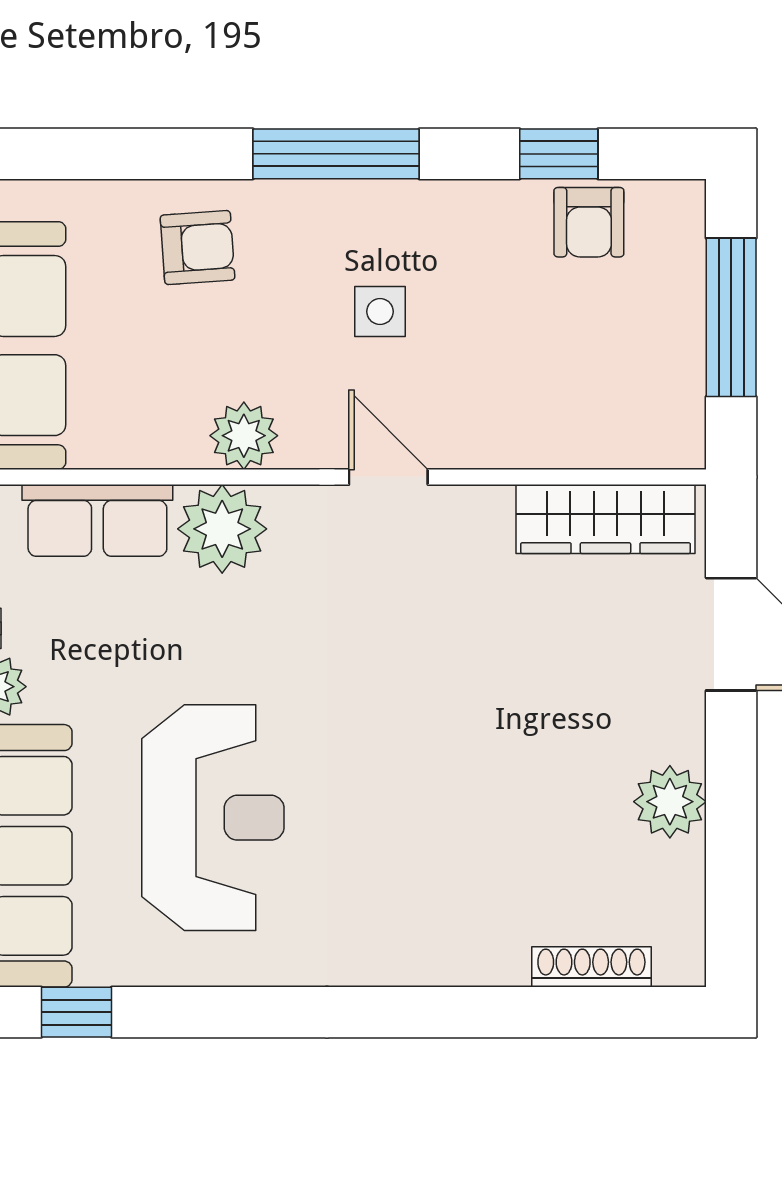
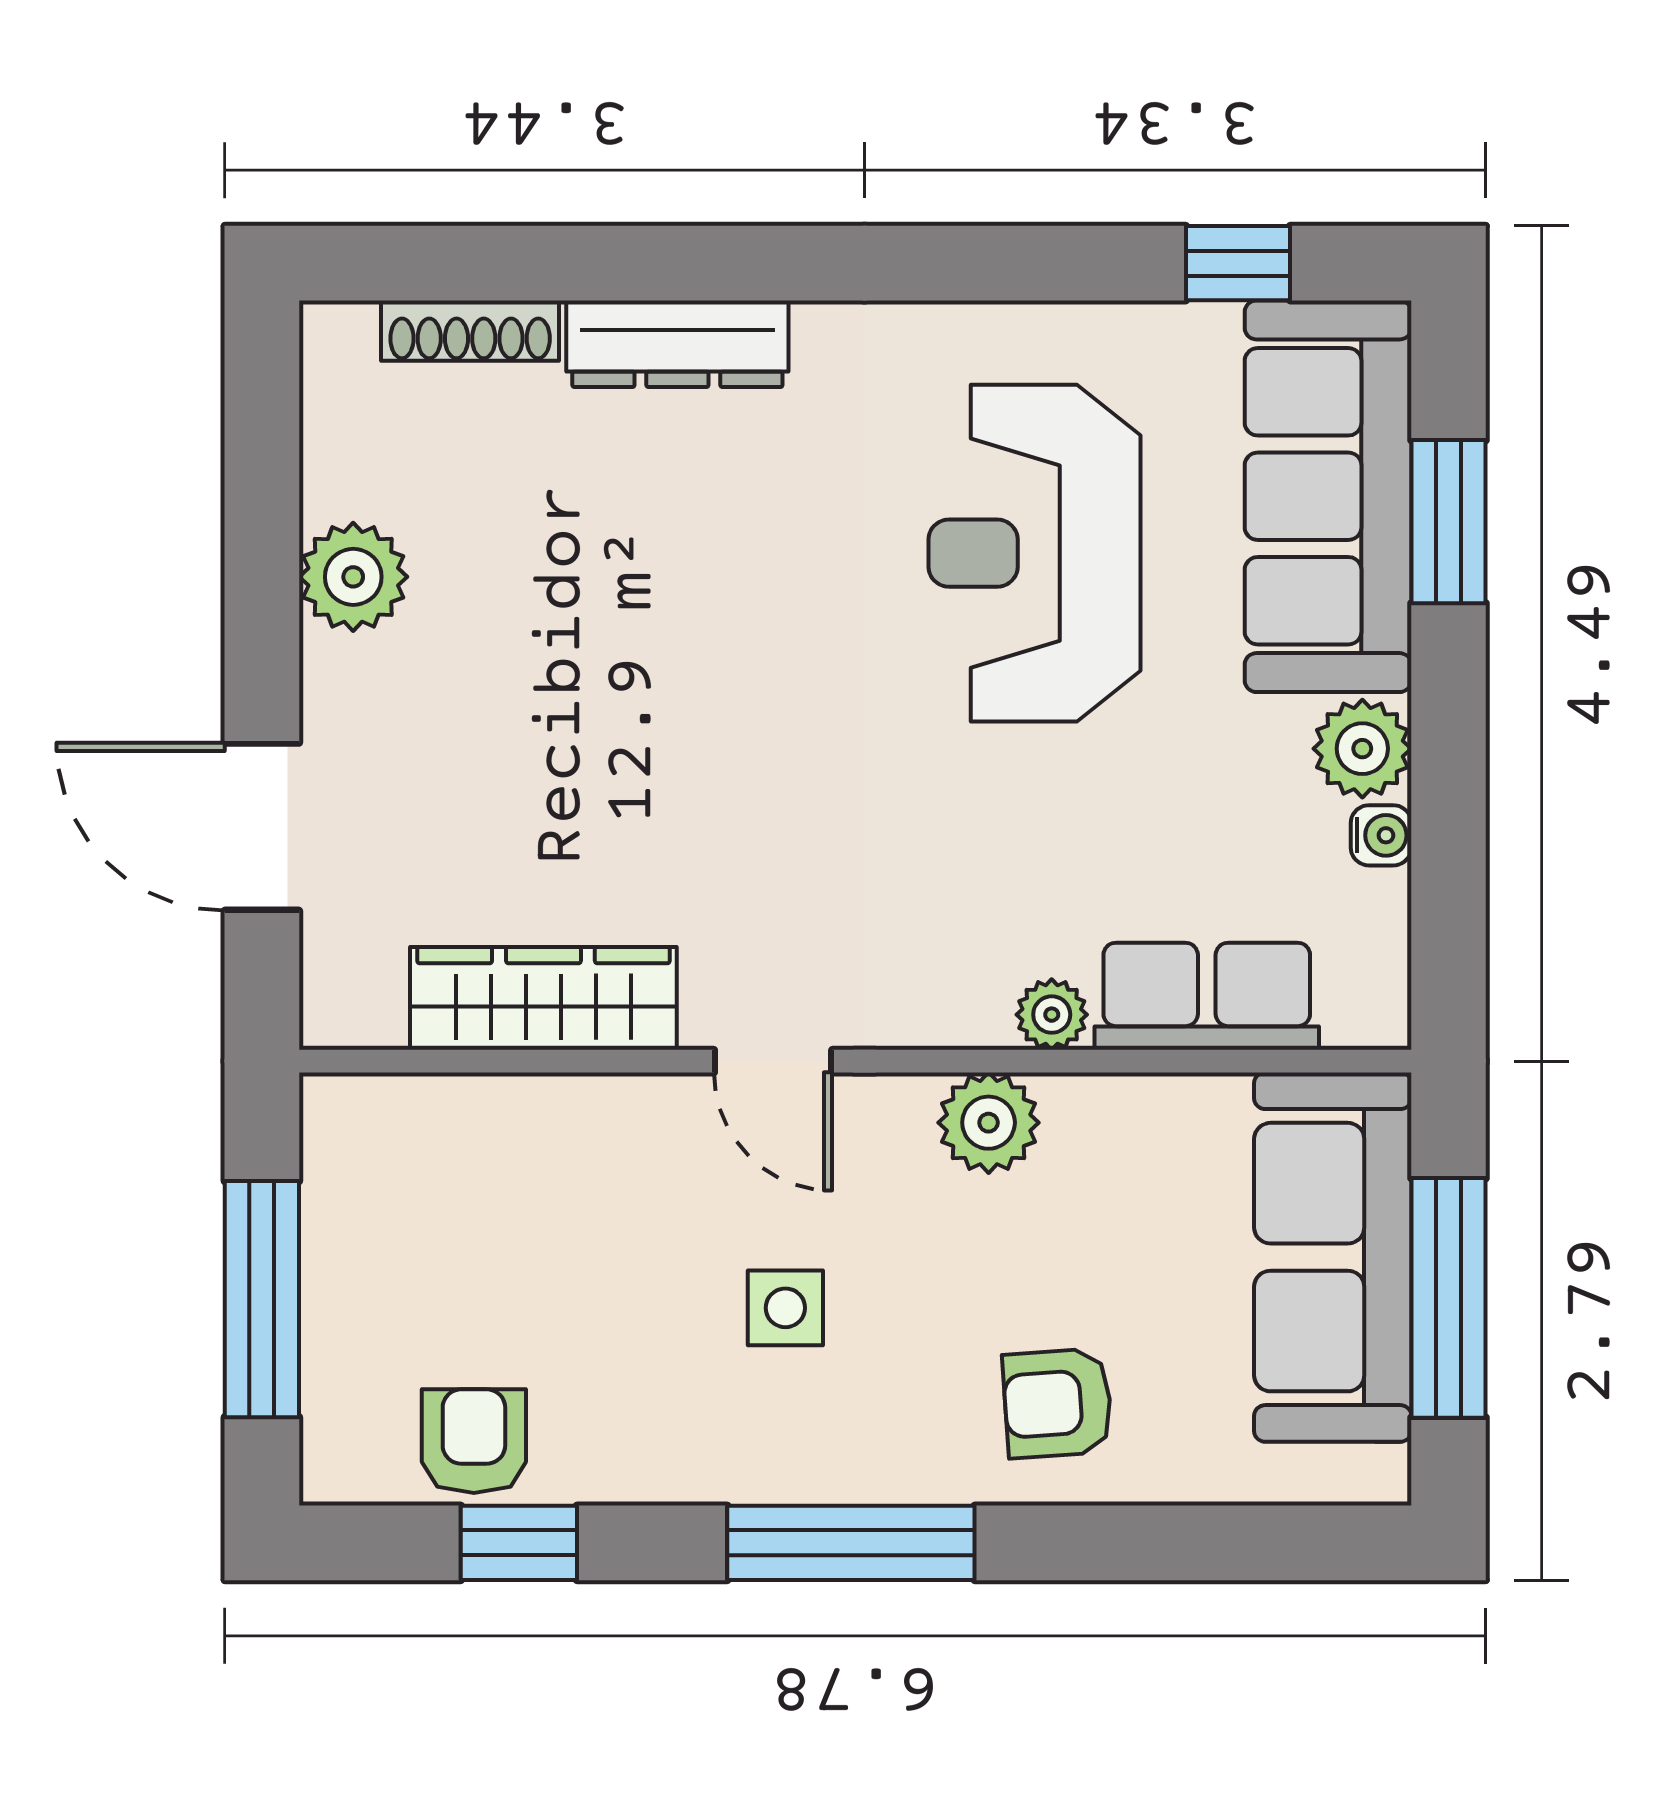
wardrobe: (605, 519) -> (543, 998), moved
plant: (222, 529) -> (1052, 1015), width x0.53, depth x0.53
dresser: (452, 958) -> (677, 344), added

